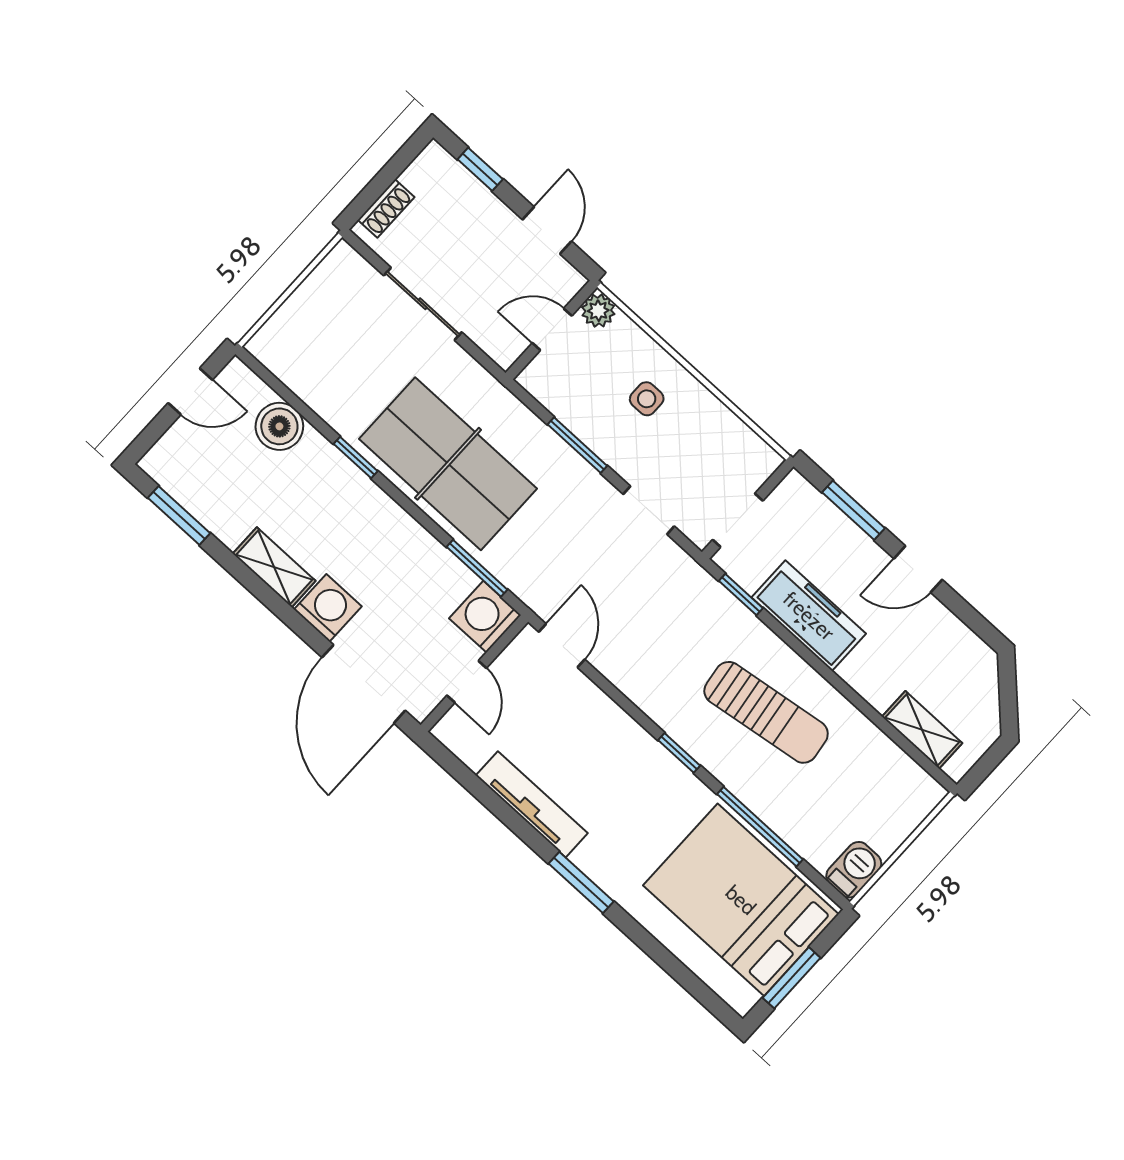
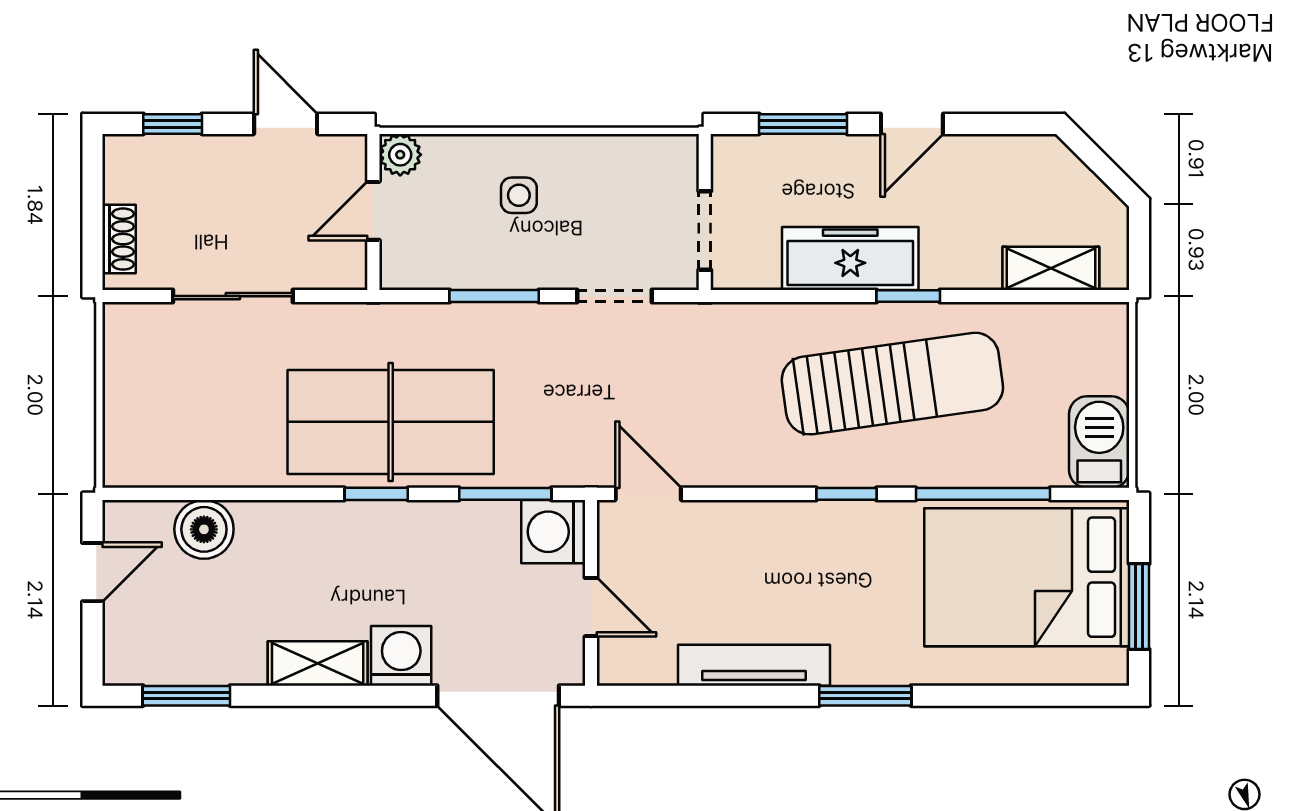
window: (356, 457) -> (376, 494), moved
window: (741, 594) -> (908, 296), moved
sun lounger: (766, 712) -> (892, 384), width x1.36, depth x1.34
barbecue: (854, 870) -> (1099, 442), width x1.38, depth x1.27

